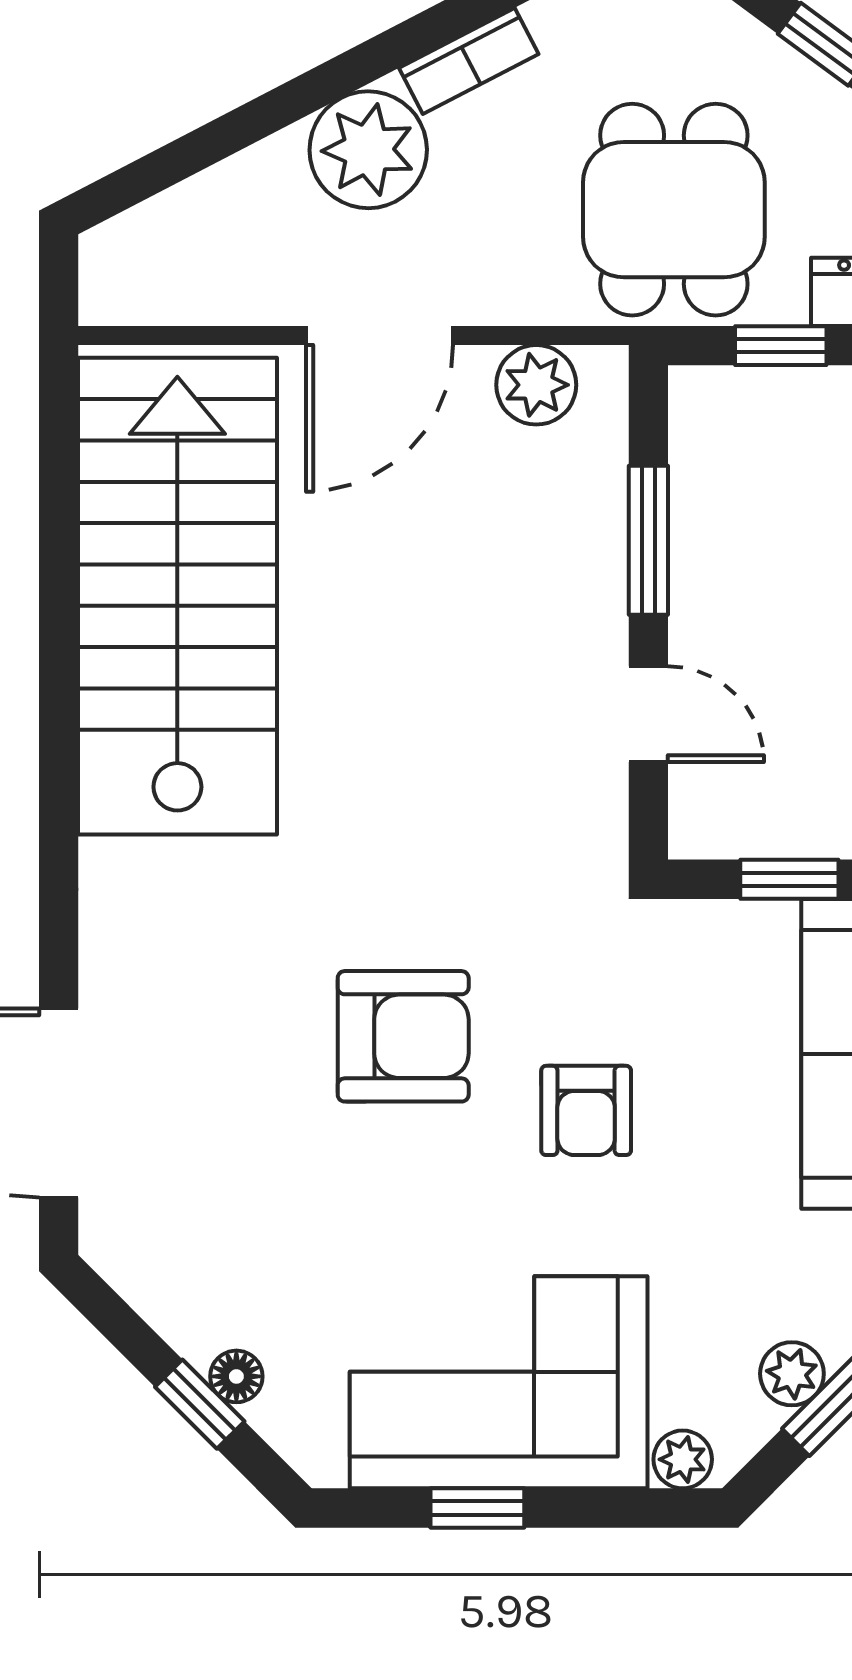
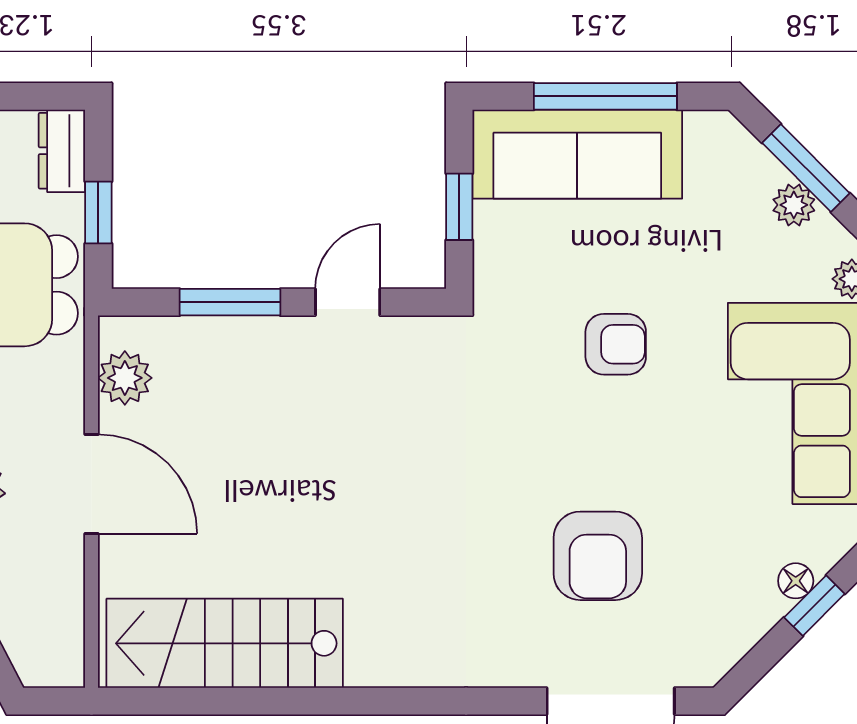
stairs: (177, 596) -> (225, 643), width x0.73, depth x0.66
armchair: (403, 1036) -> (598, 556), moved, turned 180

